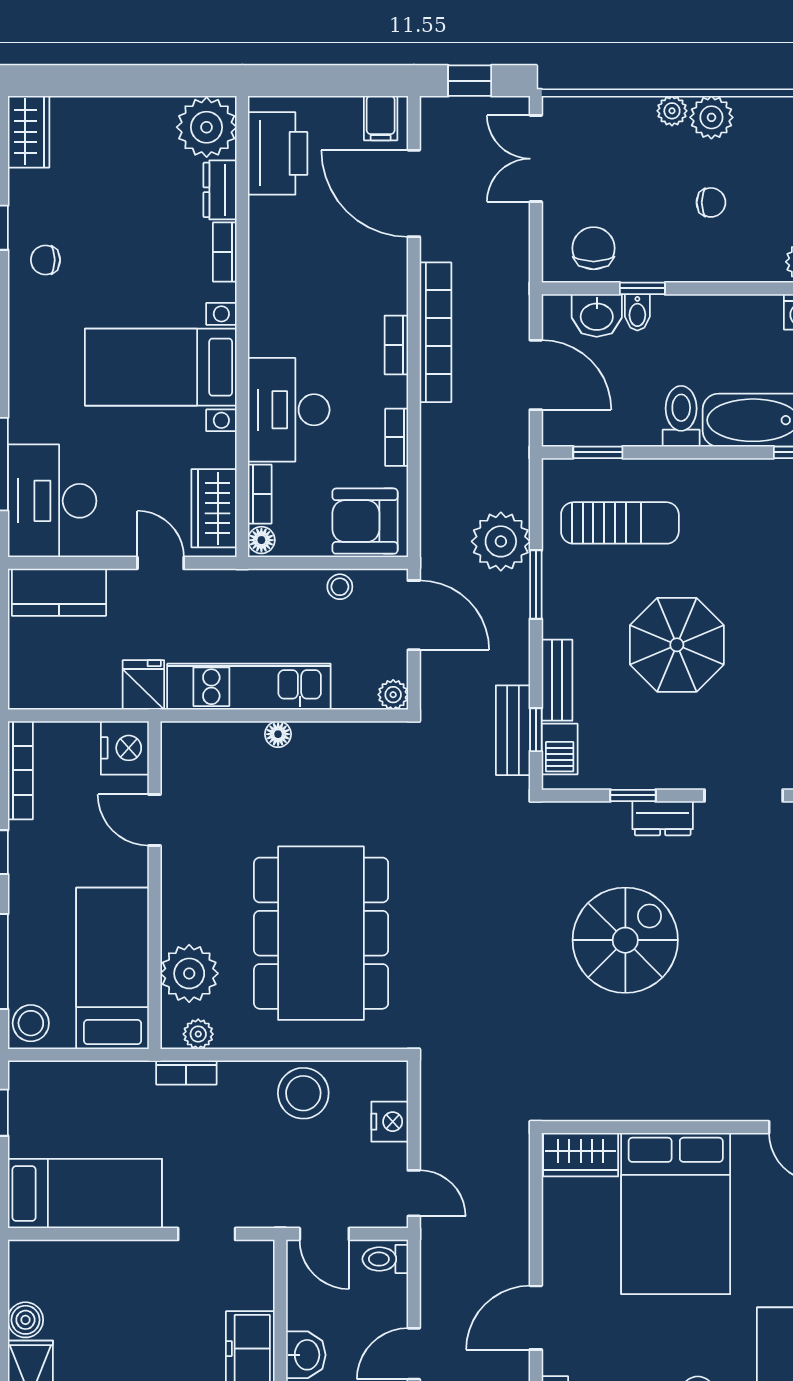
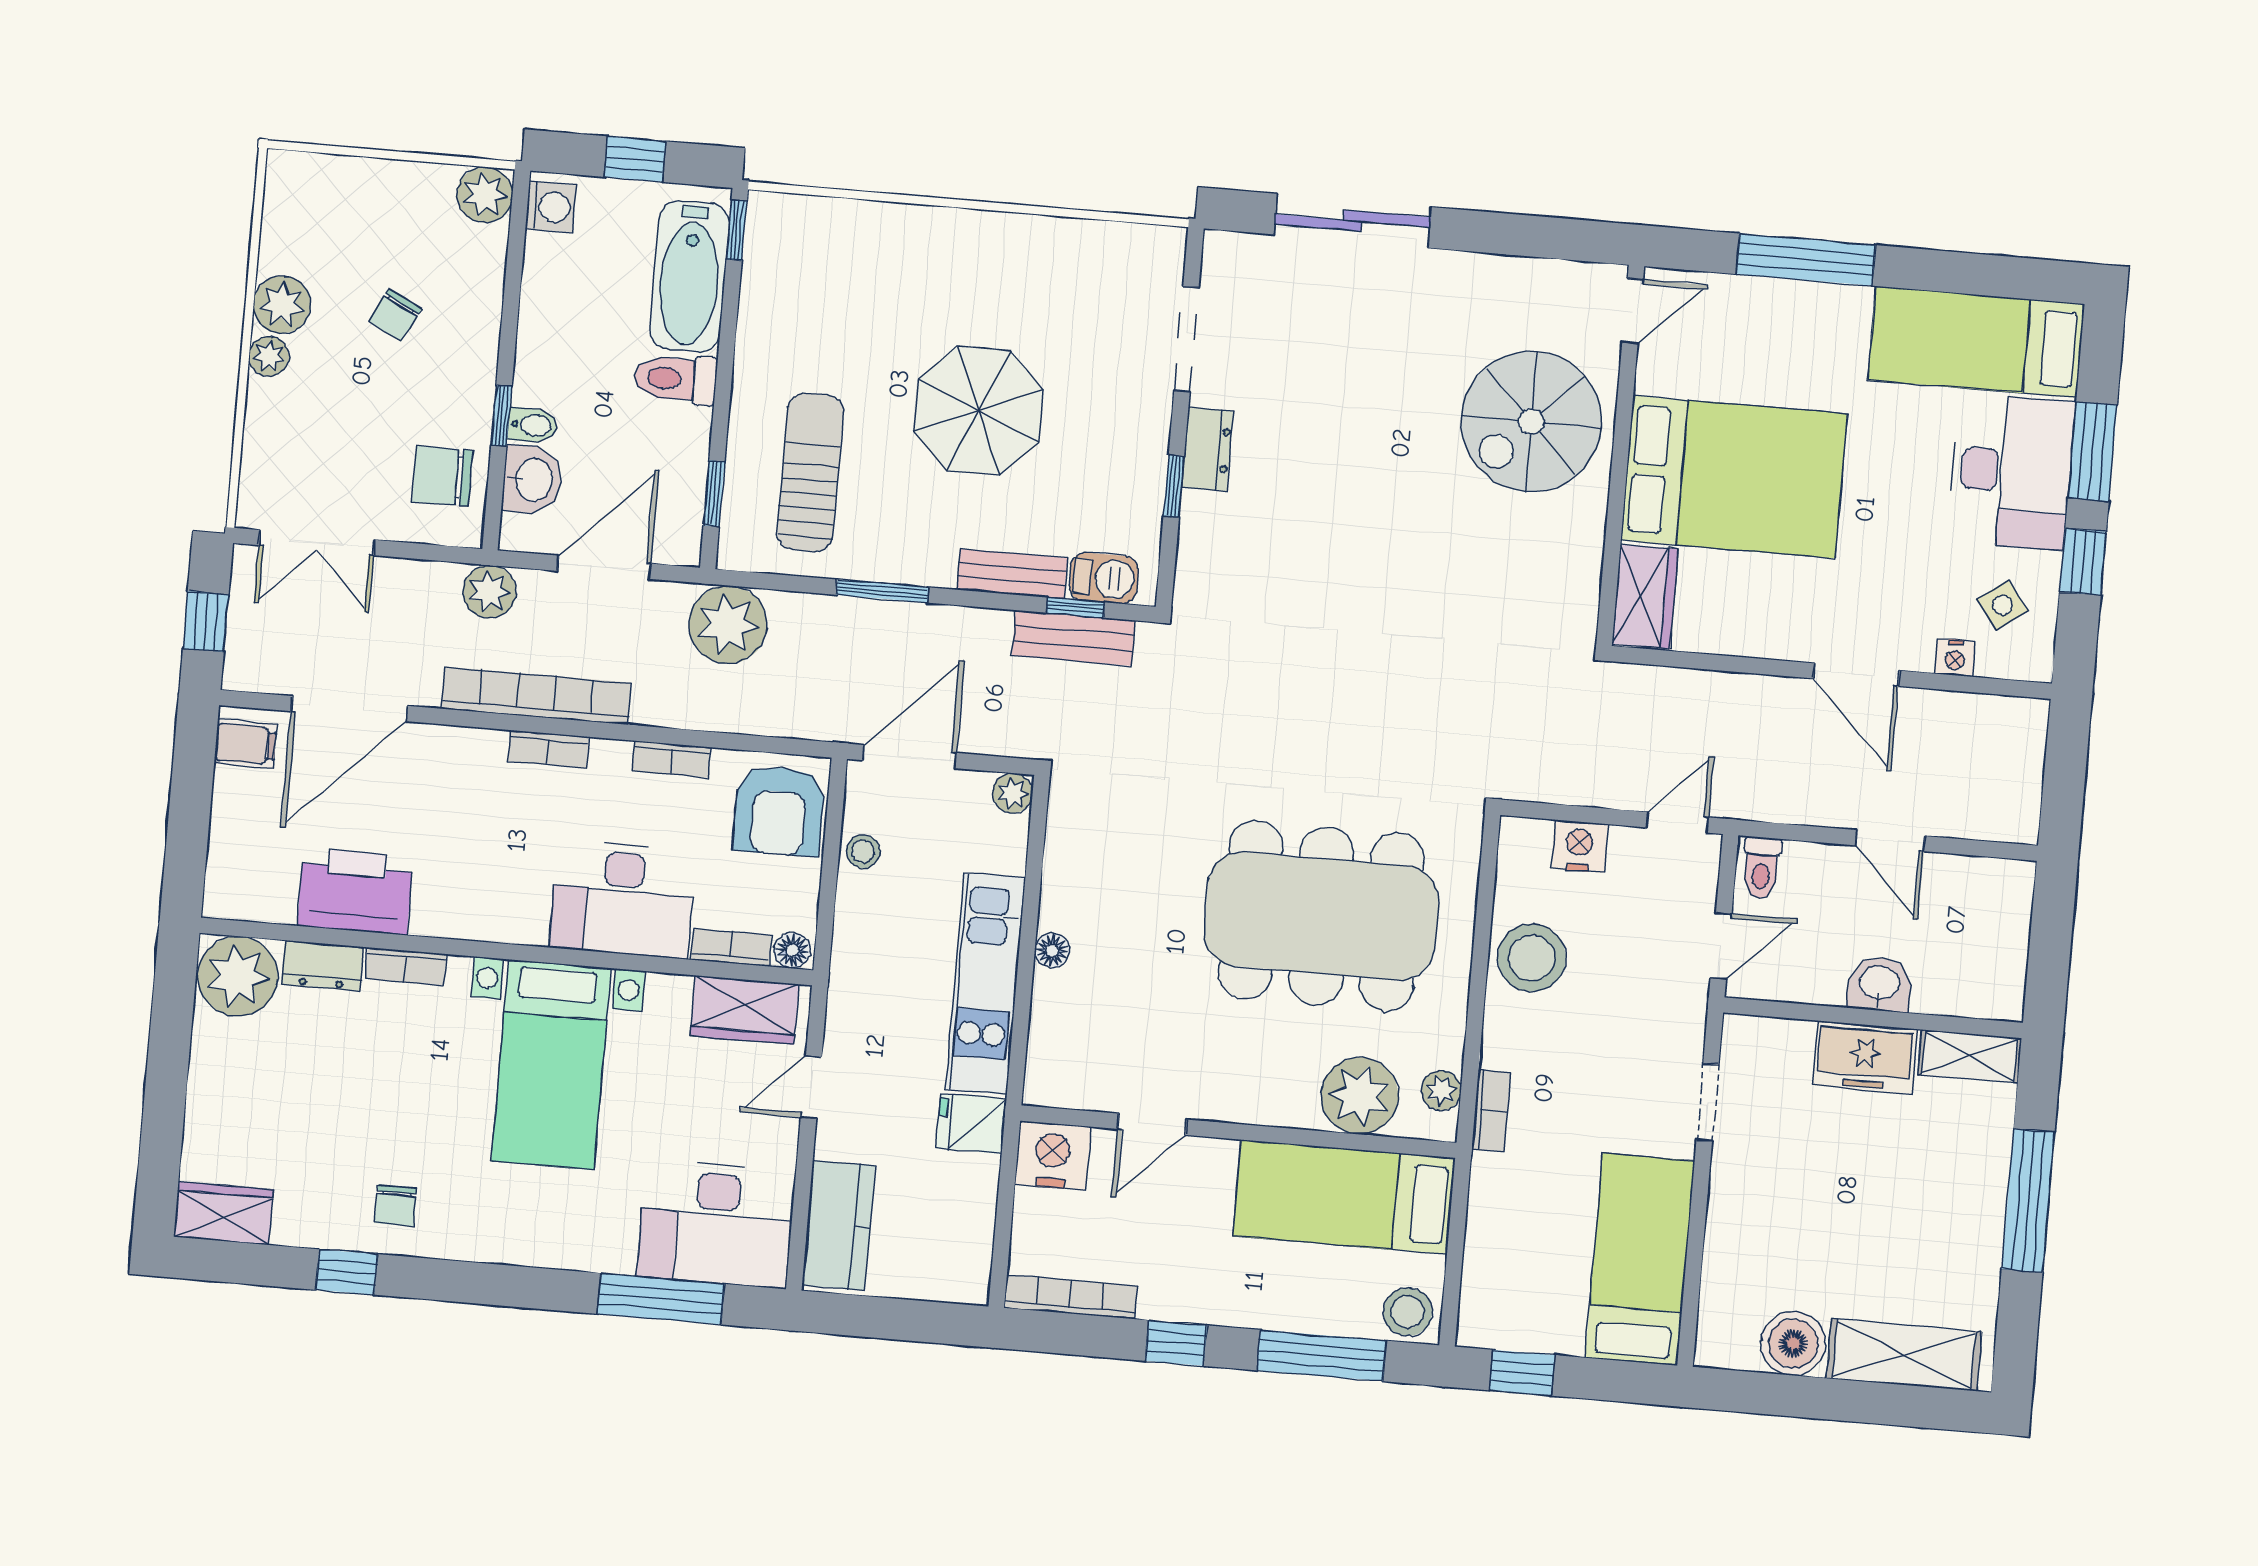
printer: (278, 153) -> (355, 891), moved
chair: (711, 202) -> (395, 315), turned -153
plant: (510, 291) -> (489, 592), added
plant: (501, 541) -> (728, 625), moved
spiral stairs: (625, 940) -> (1531, 422), moved, turned -90
boiler: (25, 1320) -> (1793, 1343), width x1.36, depth x1.36

